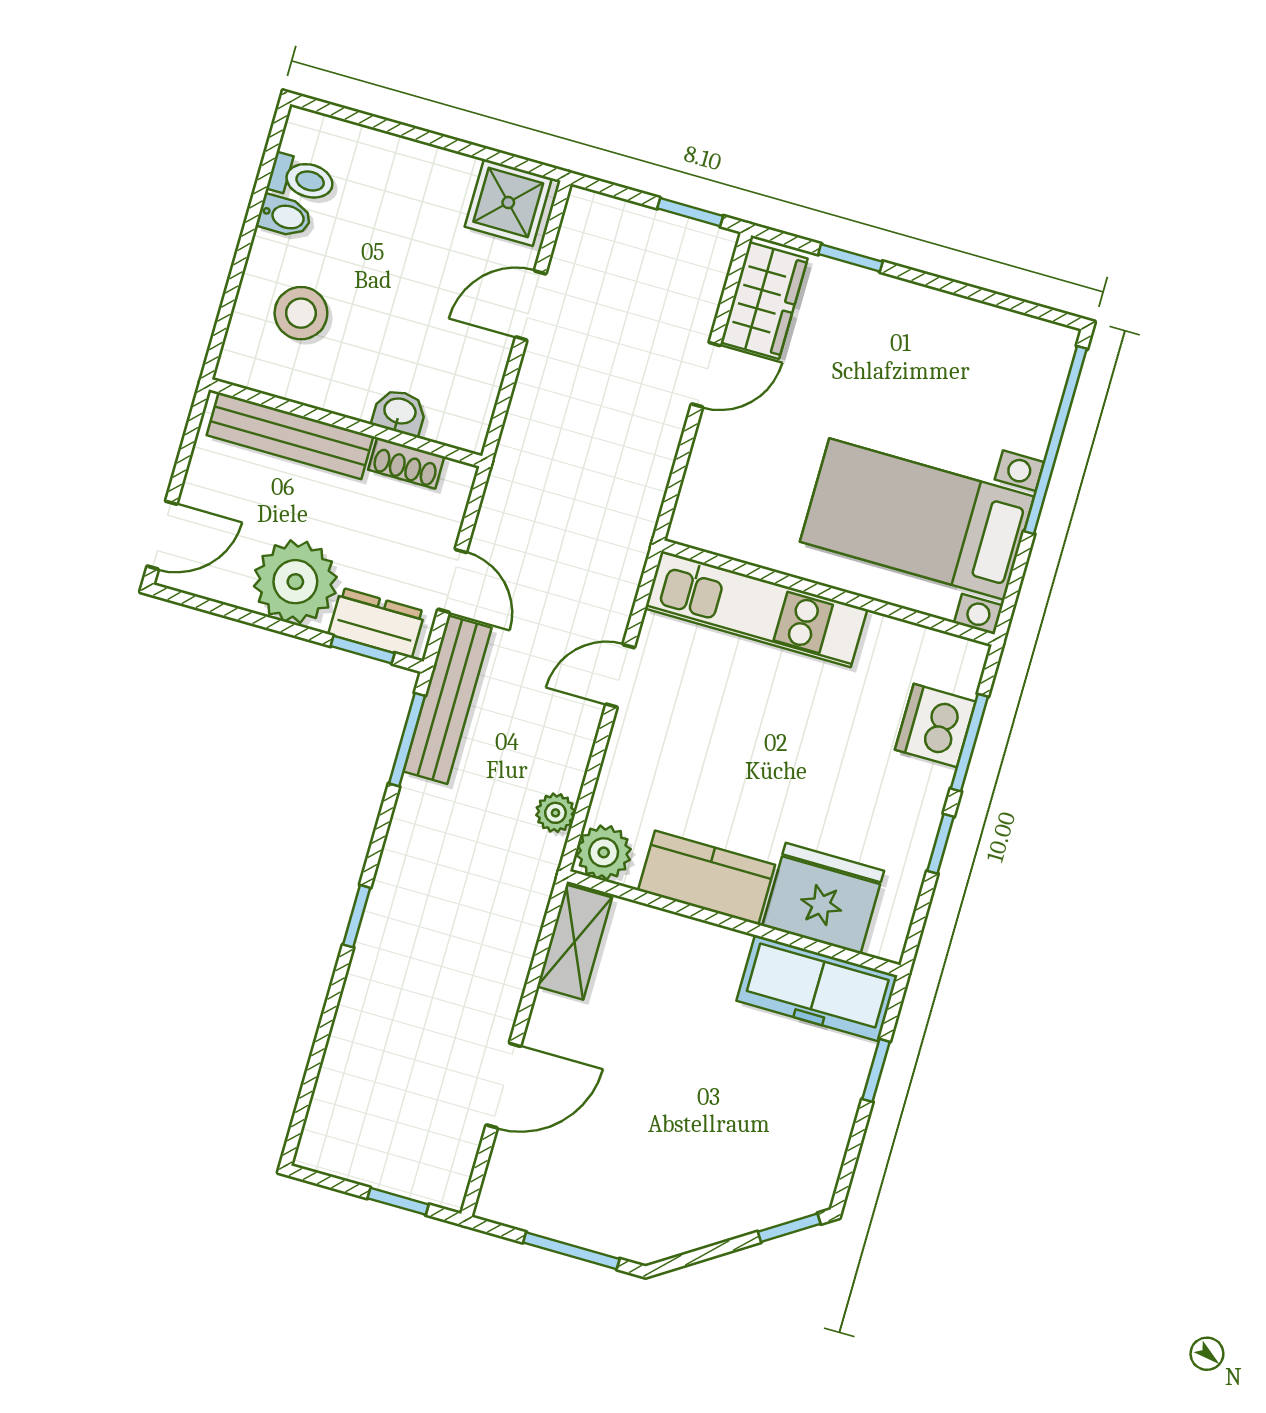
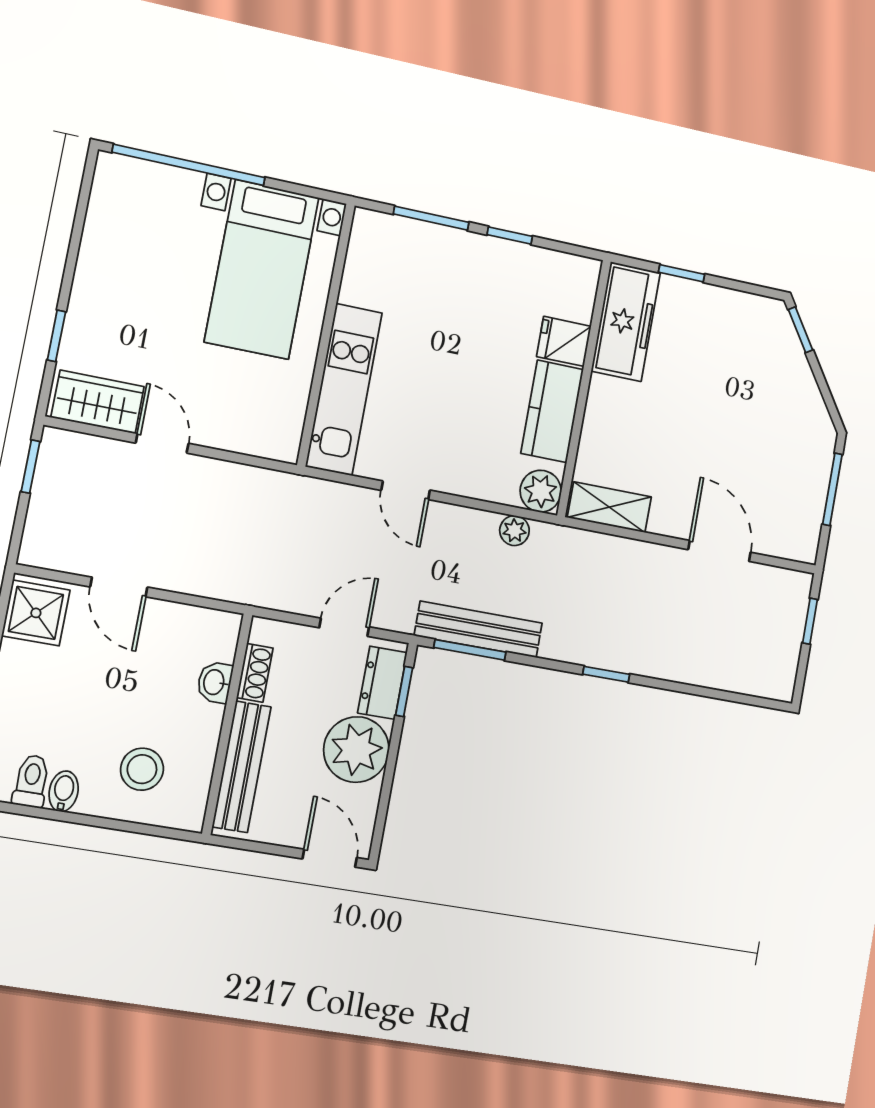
bench: (447, 700) -> (478, 629), moved
dishwasher: (935, 726) -> (421, 245), removed
fridge: (823, 898) -> (564, 341), width x0.53, depth x0.75

